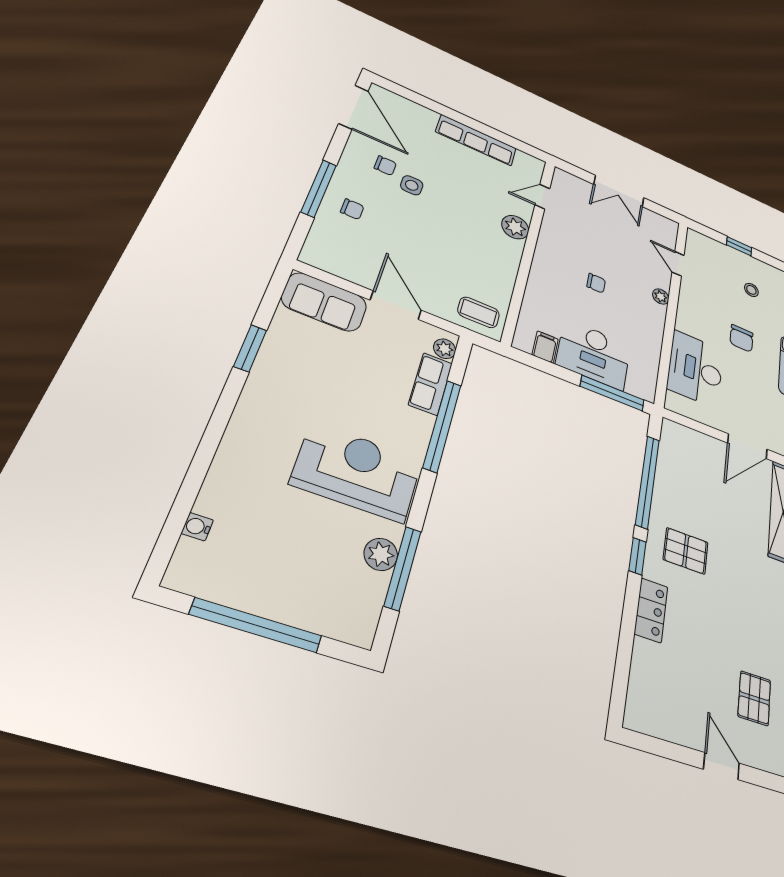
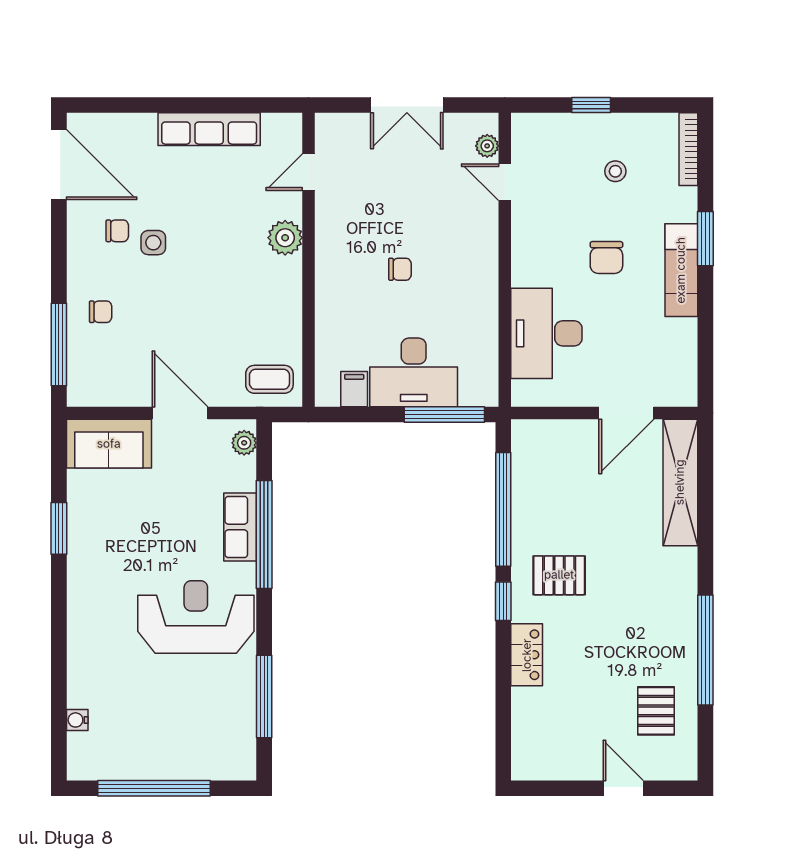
window: (319, 188) -> (59, 345), moved
plant: (661, 297) -> (487, 146), moved
row of seats: (430, 384) -> (240, 527), moved
plant: (381, 554) -> (241, 690), removed

